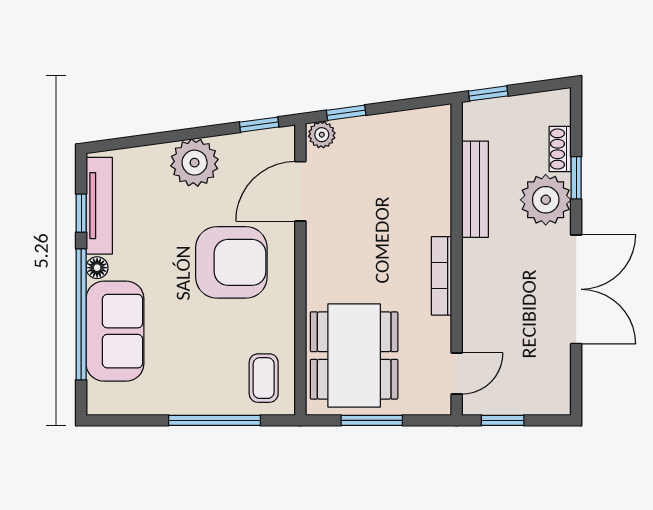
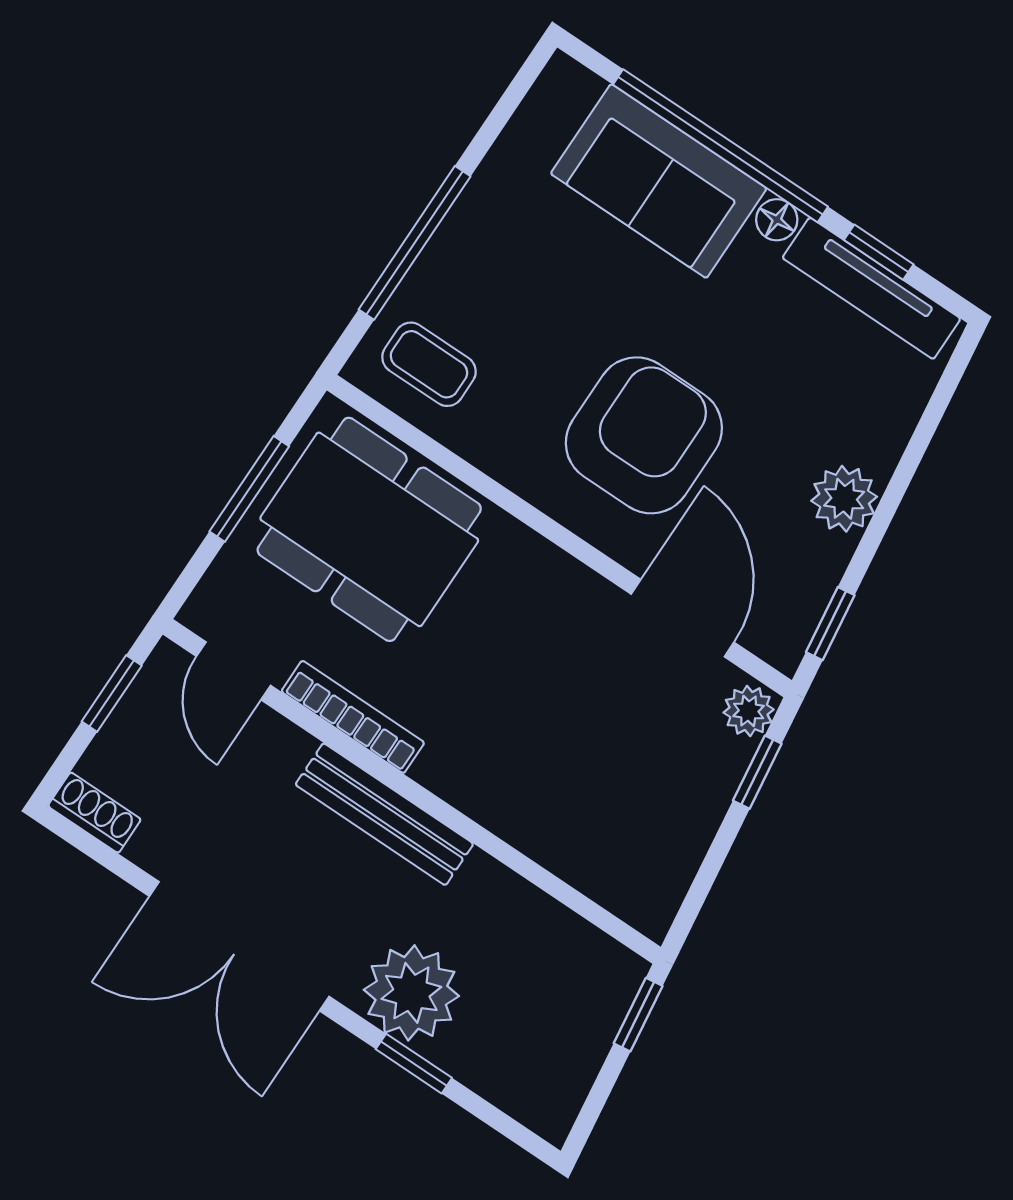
shoe rack: (560, 149) -> (94, 813), moved
plant: (195, 163) -> (844, 499), width x0.73, depth x0.73
bench: (475, 189) -> (384, 814), moved
armchair: (231, 262) -> (644, 435), turned 180
bookcase: (442, 276) -> (353, 717), moved

